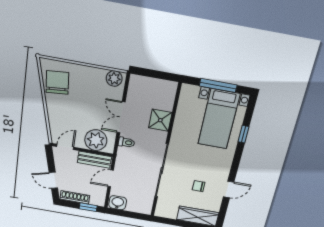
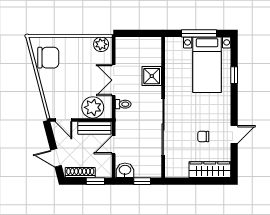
chair: (57, 83) -> (48, 58), turned 95
door: (65, 147) -> (63, 120), swing flipped
window: (132, 215) -> (142, 181), added

